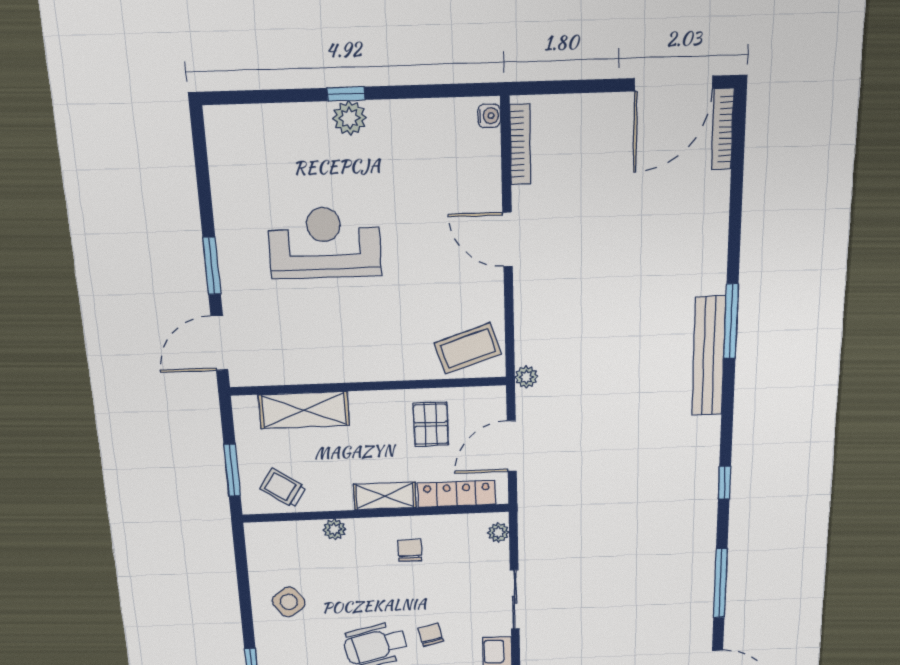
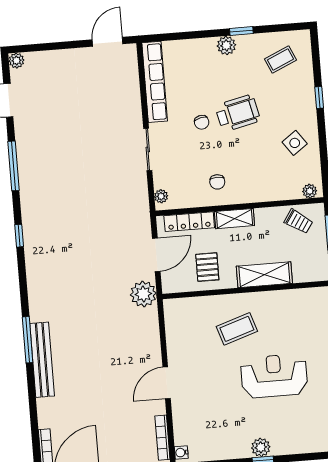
door: (508, 239) -> (167, 383), swing flipped
reception desk: (325, 243) -> (274, 376), turned 180
coffee table: (468, 349) -> (237, 329), moved
bench: (709, 356) -> (42, 360), moved
plant: (526, 377) -> (143, 294), width x1.88, depth x1.88
shelving: (304, 410) -> (264, 275), moved
plant: (334, 529) -> (310, 191), moved

